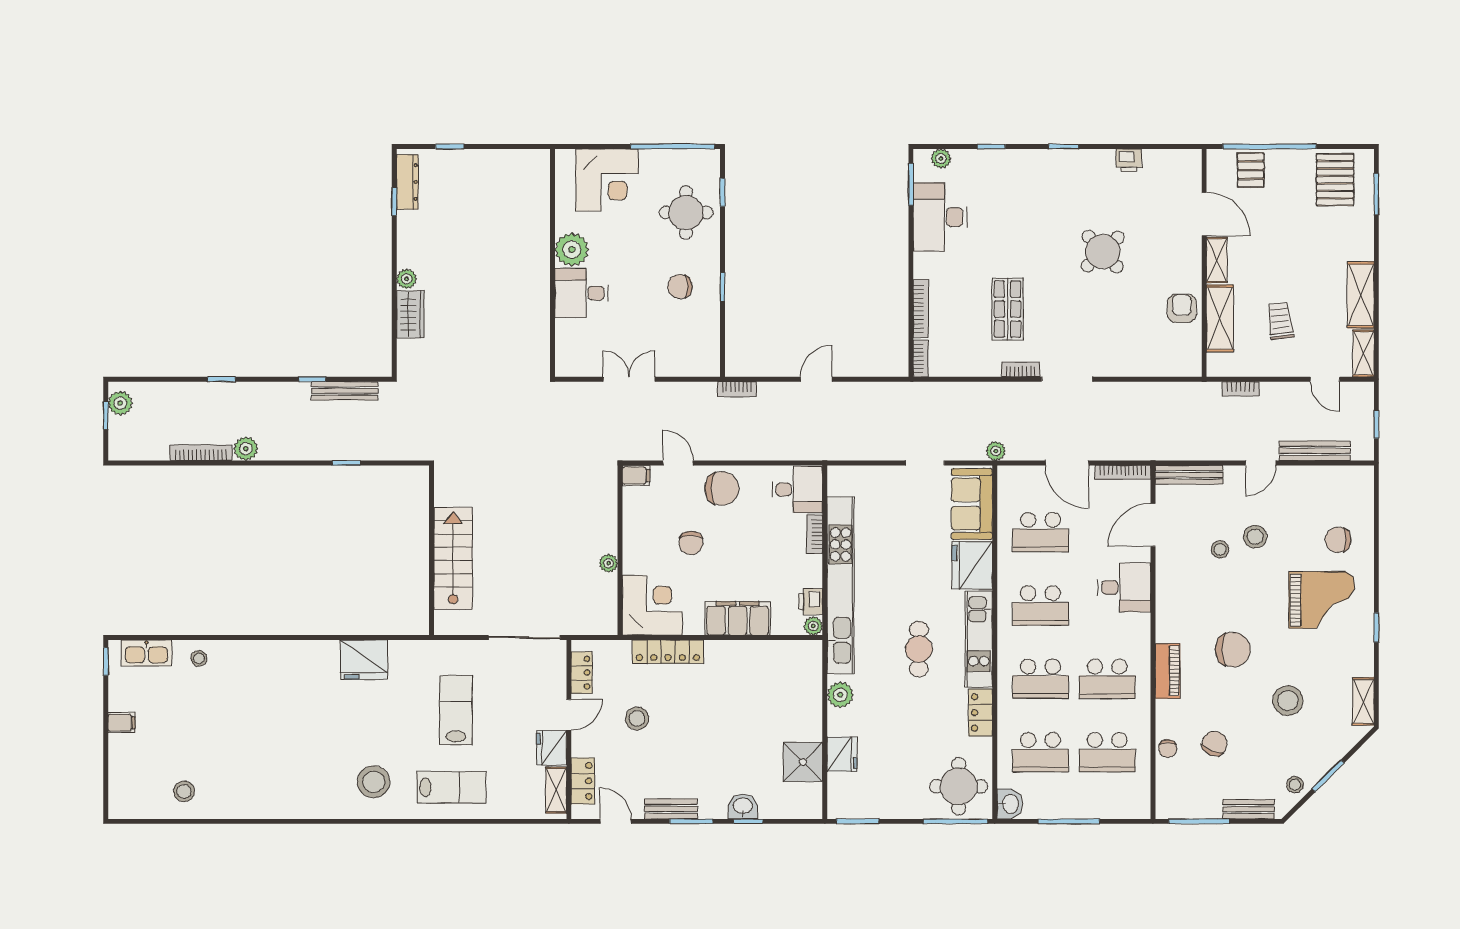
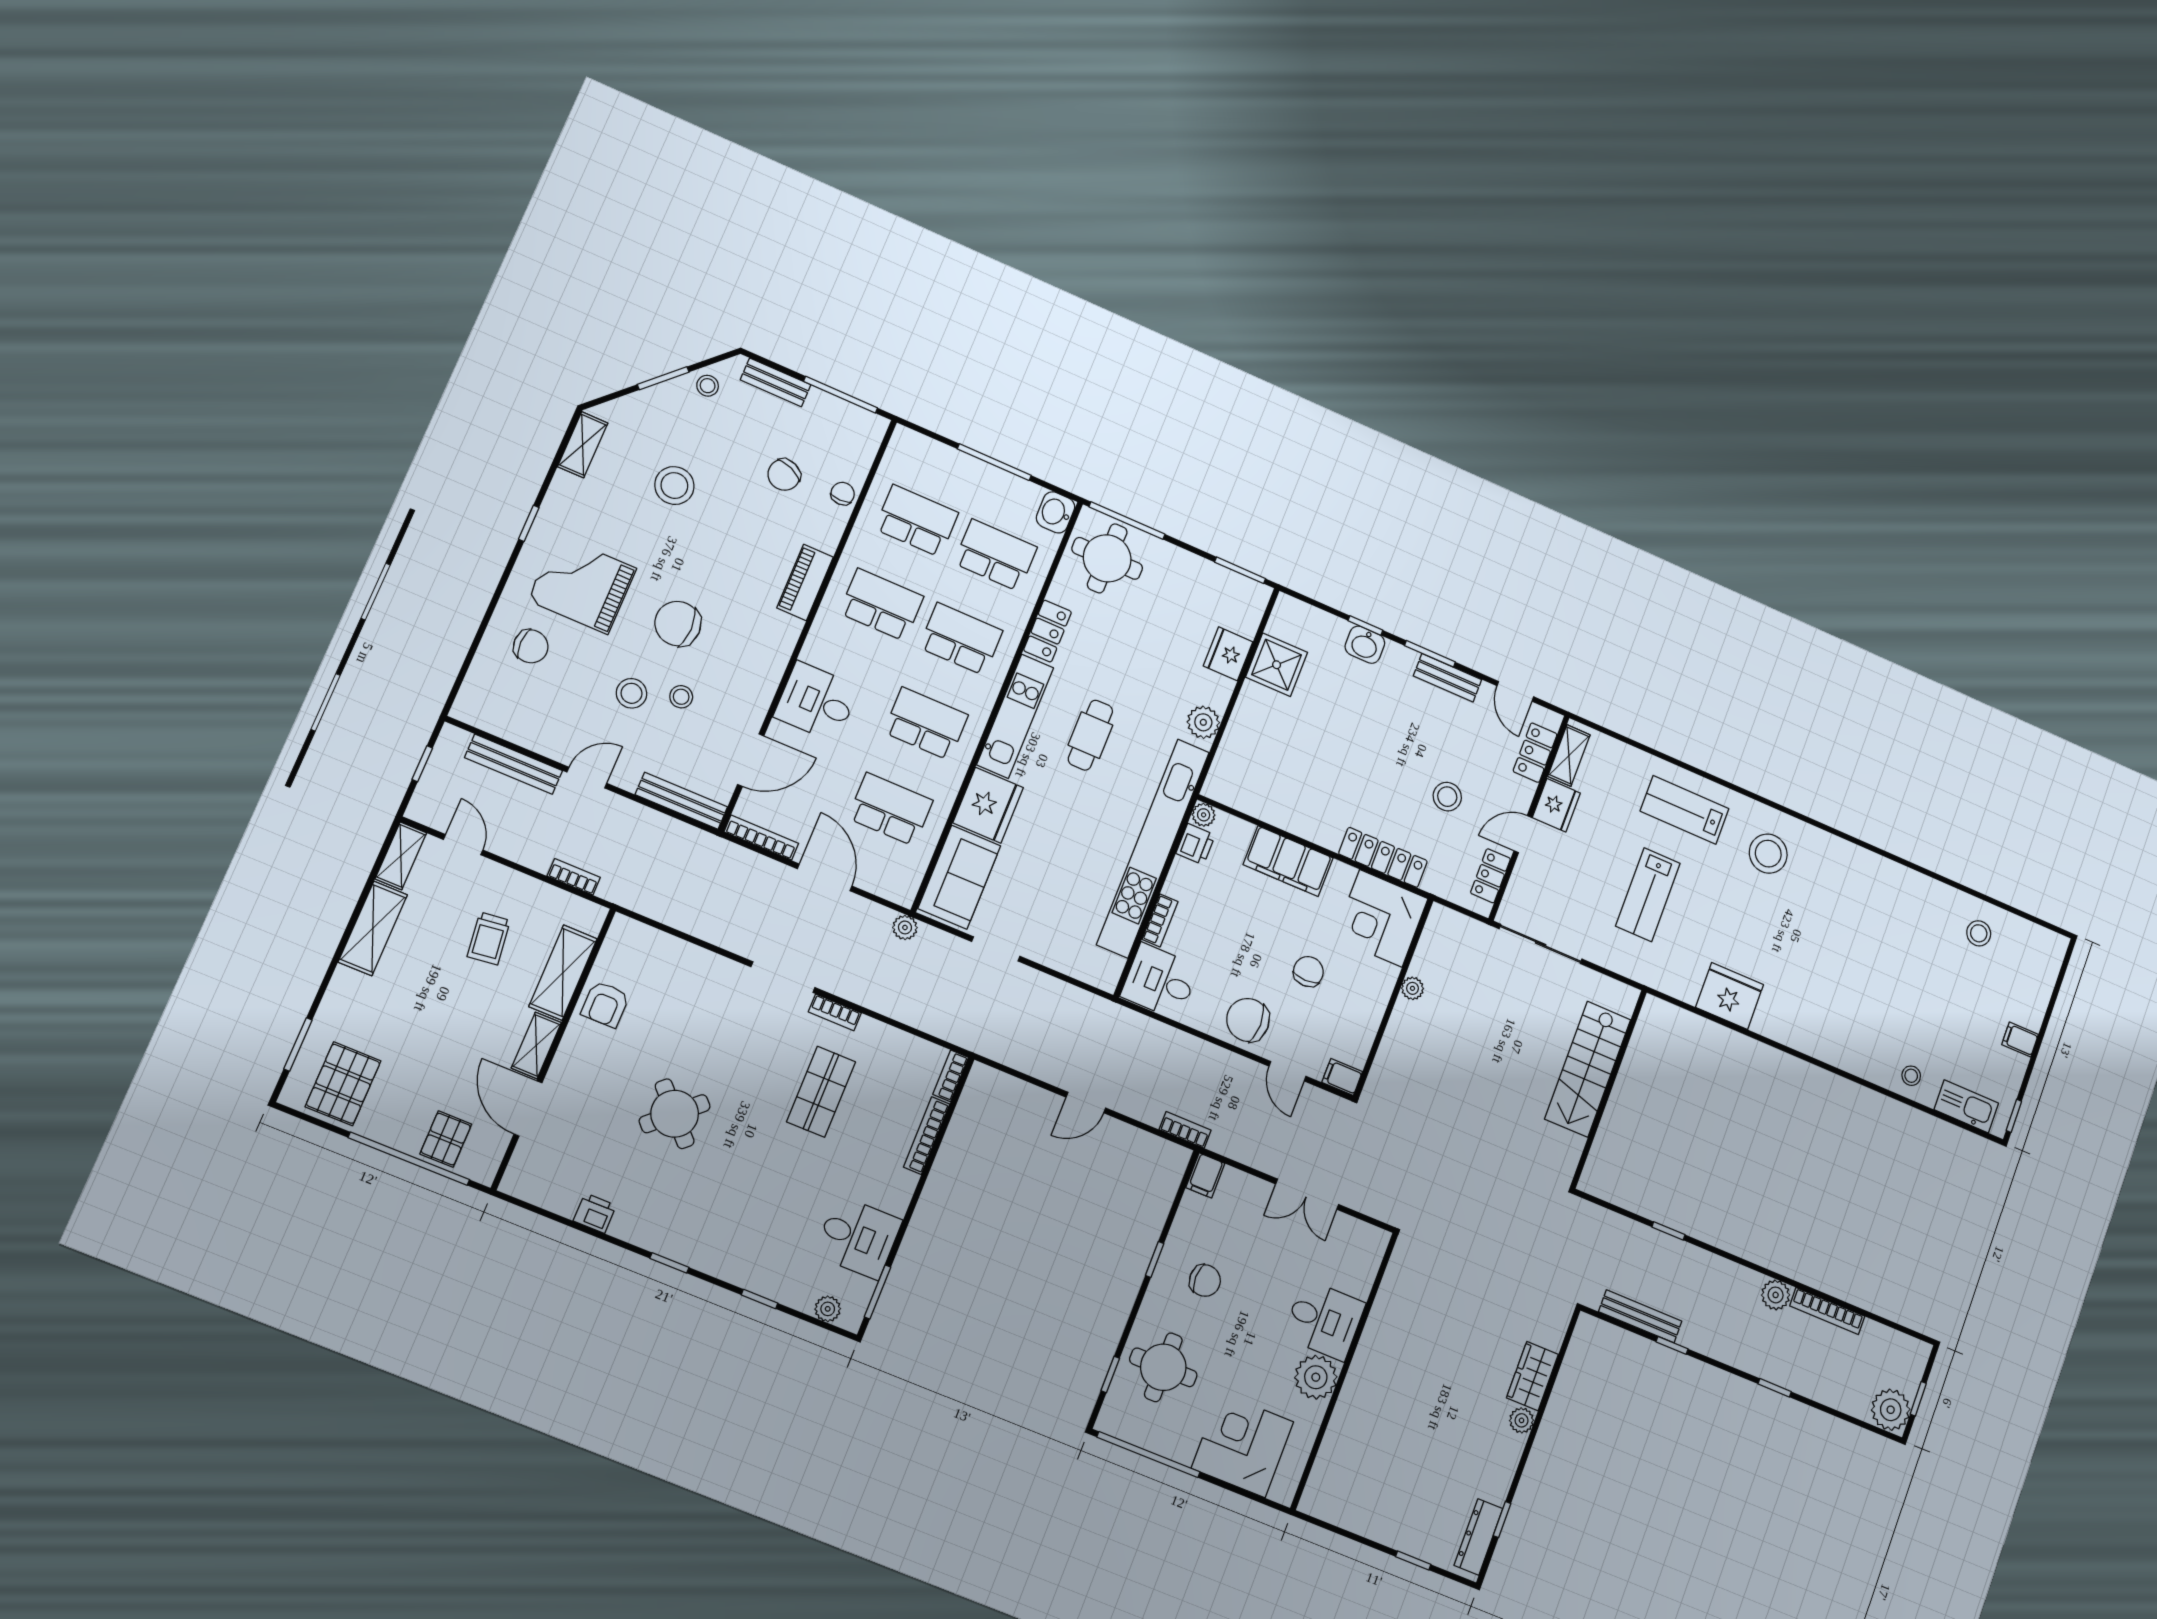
desk: (940, 217) -> (858, 1237), width x0.73
filing cabinet: (709, 362) -> (1205, 1175), added
plant: (120, 403) -> (1891, 1410), width x1.36, depth x1.36
chair: (1233, 650) -> (678, 624), moved

